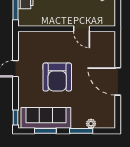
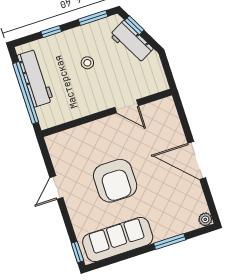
plant: (91, 124) -> (205, 219), moved
window: (45, 131) -> (123, 257), removed

